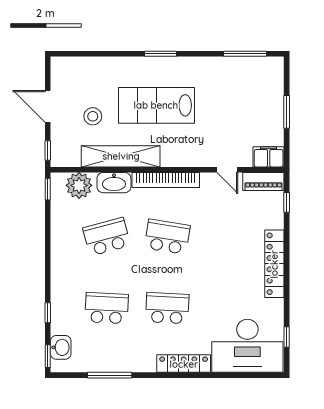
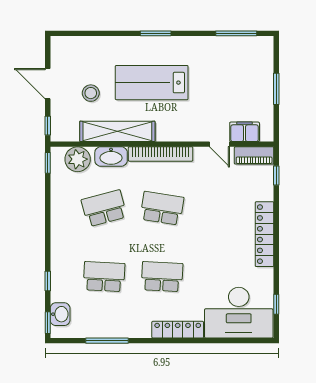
filing cabinet: (269, 157) -> (245, 132), moved

